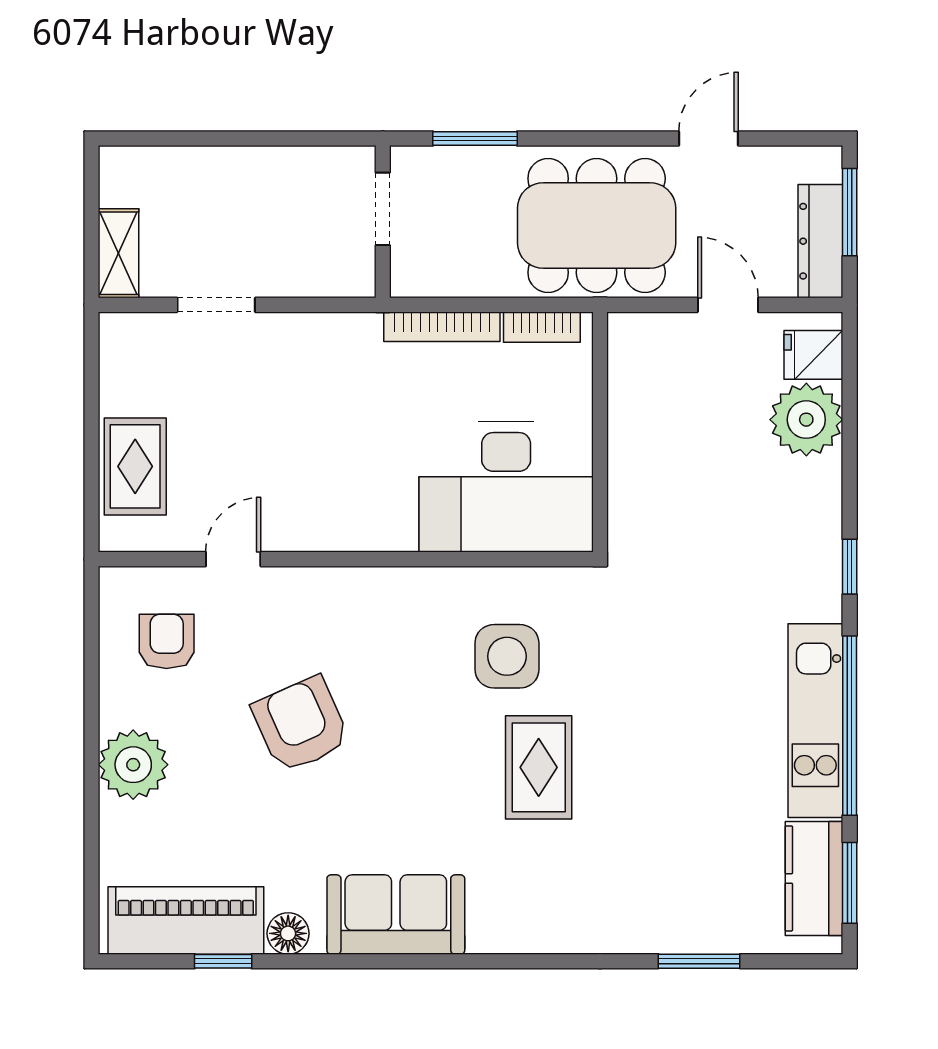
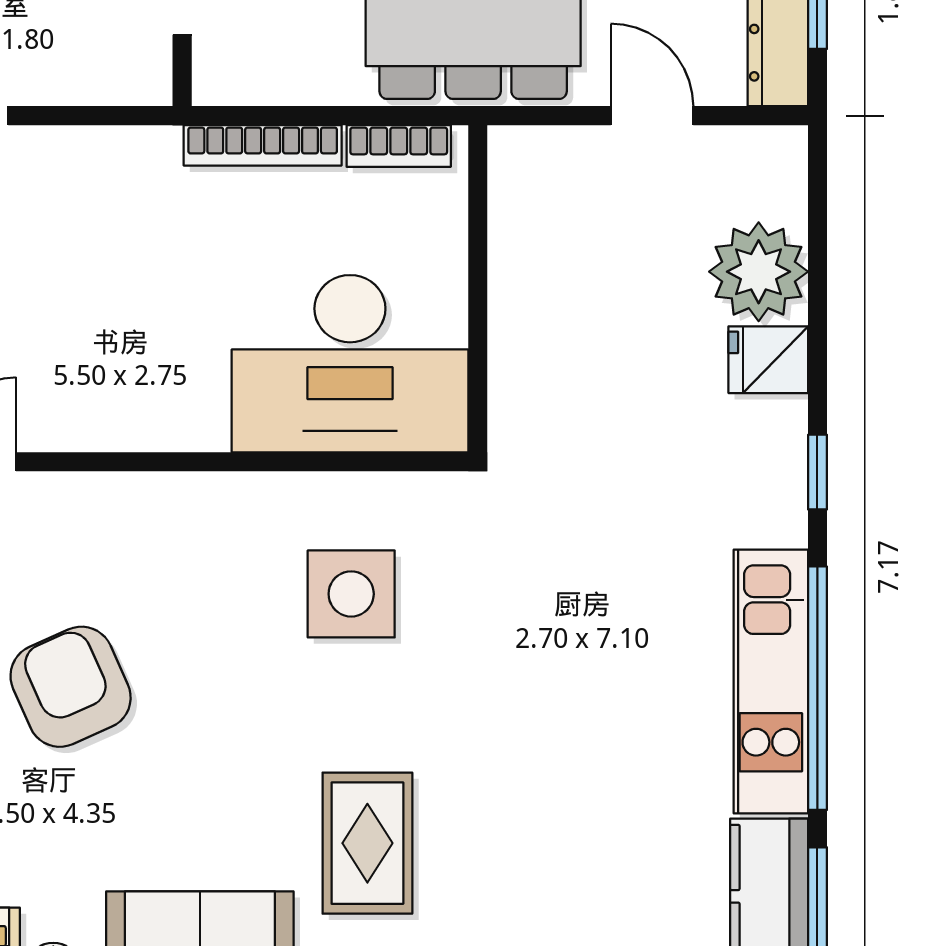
fridge: (813, 355) -> (768, 360), moved
rug: (539, 767) -> (367, 843), moved

